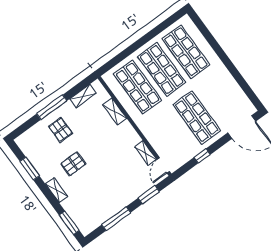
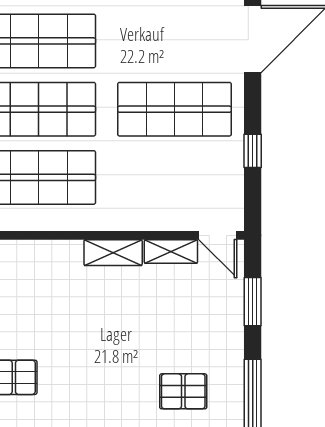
shelving: (115, 111) -> (113, 253), moved
pallet: (73, 164) -> (183, 391), moved, turned 90

